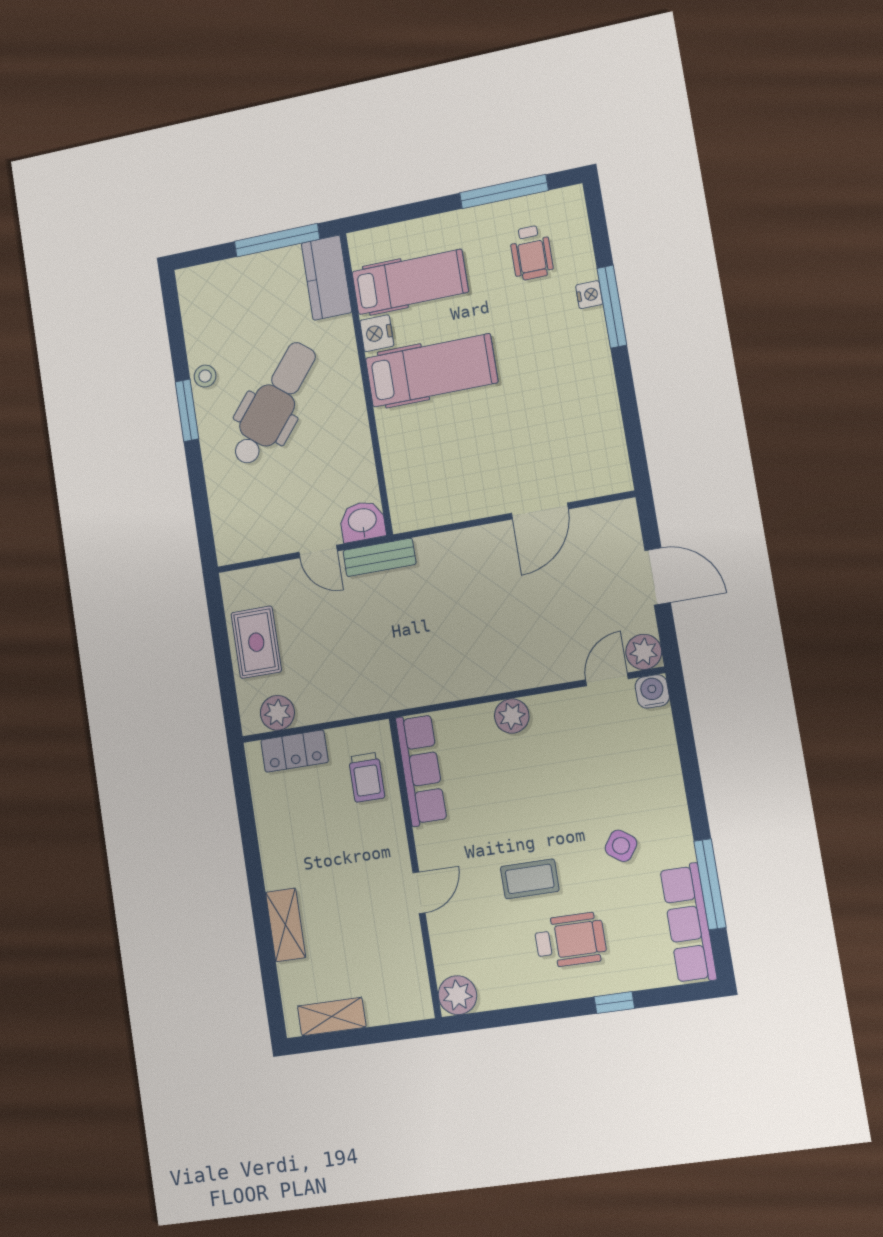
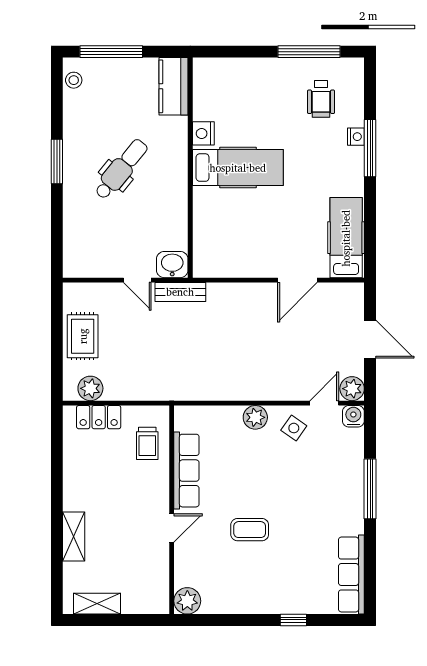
window: (277, 240) -> (111, 52), moved
hospital bed: (410, 282) -> (346, 238), moved, turned -90
stool: (205, 376) -> (74, 80), moved
dental chair: (274, 404) -> (121, 169), width x0.73, depth x0.72
row of seats: (421, 770) -> (186, 471), moved
side table: (621, 846) -> (294, 428), moved
window: (710, 884) -> (370, 489), moved
wheelchair: (570, 940) -> (271, 575), removed

